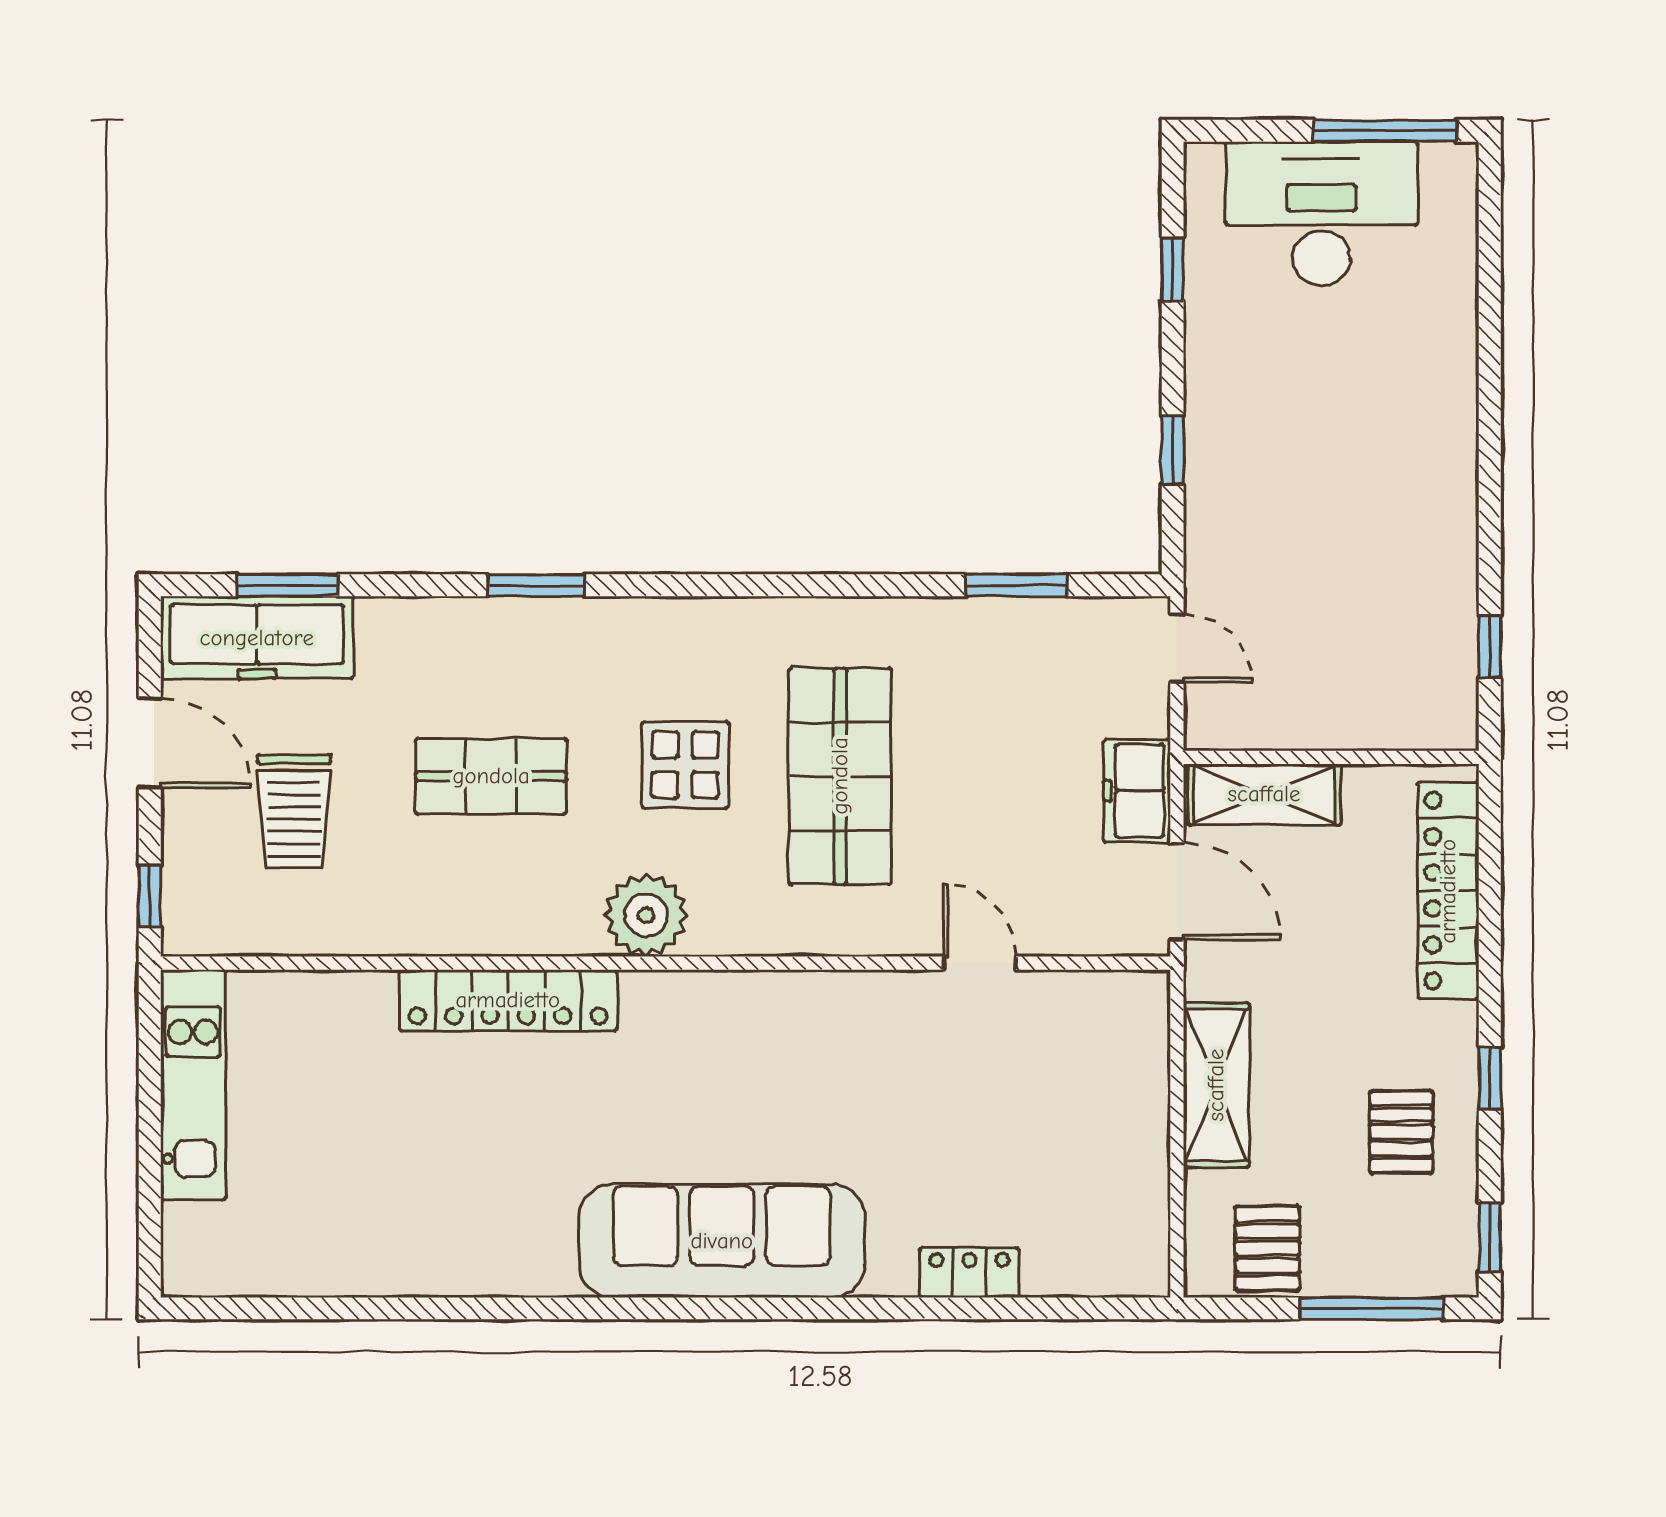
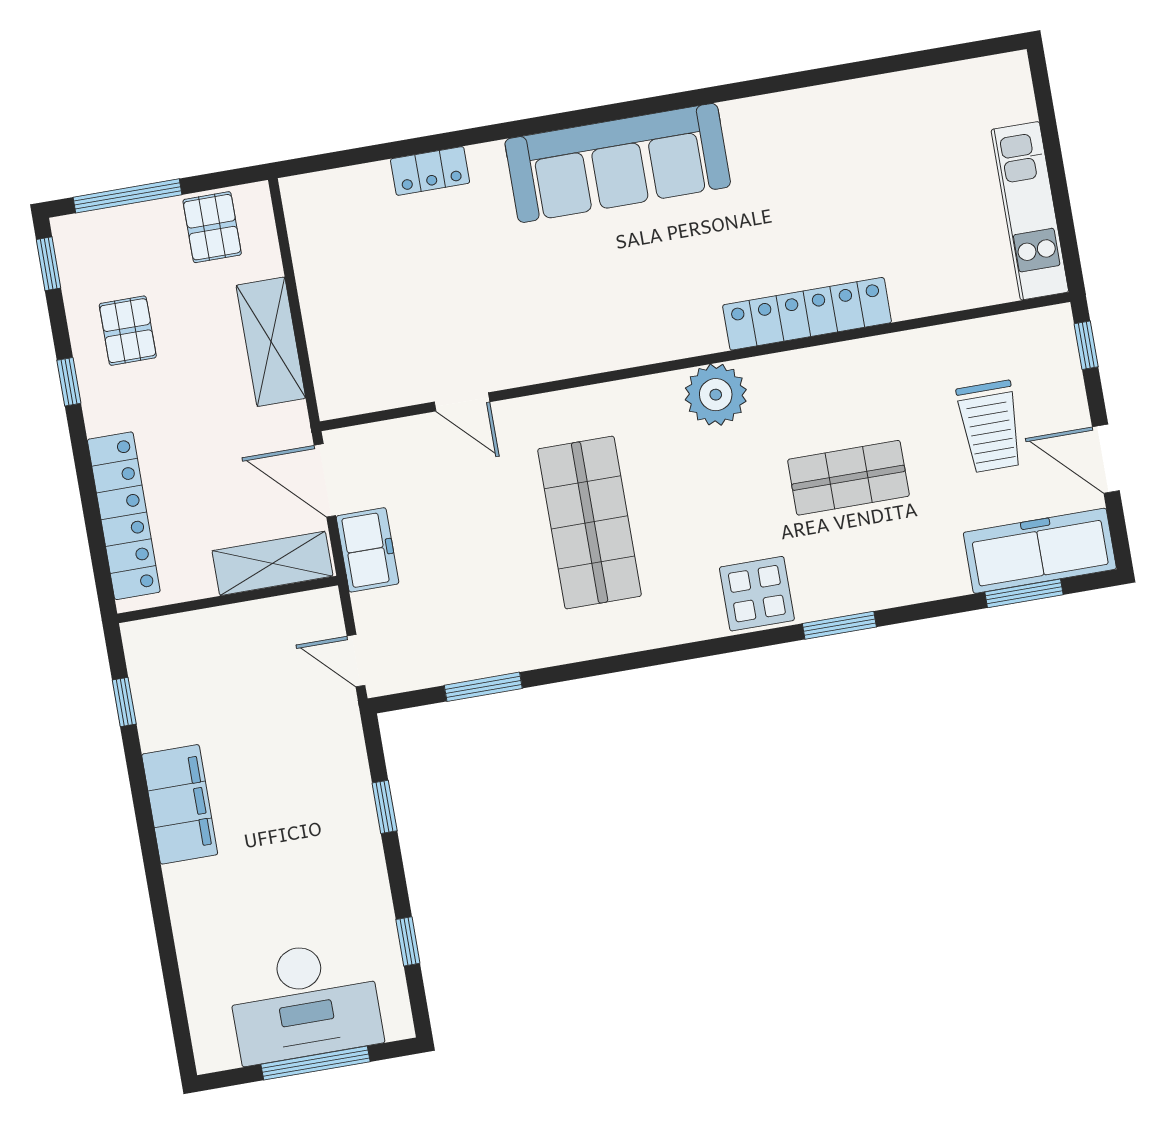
window: (1385, 131) -> (315, 1063), moved
filing cabinet: (1440, 500) -> (180, 804), added
display table: (685, 765) -> (757, 594), moved
trolley: (294, 811) -> (990, 427), turned 180

